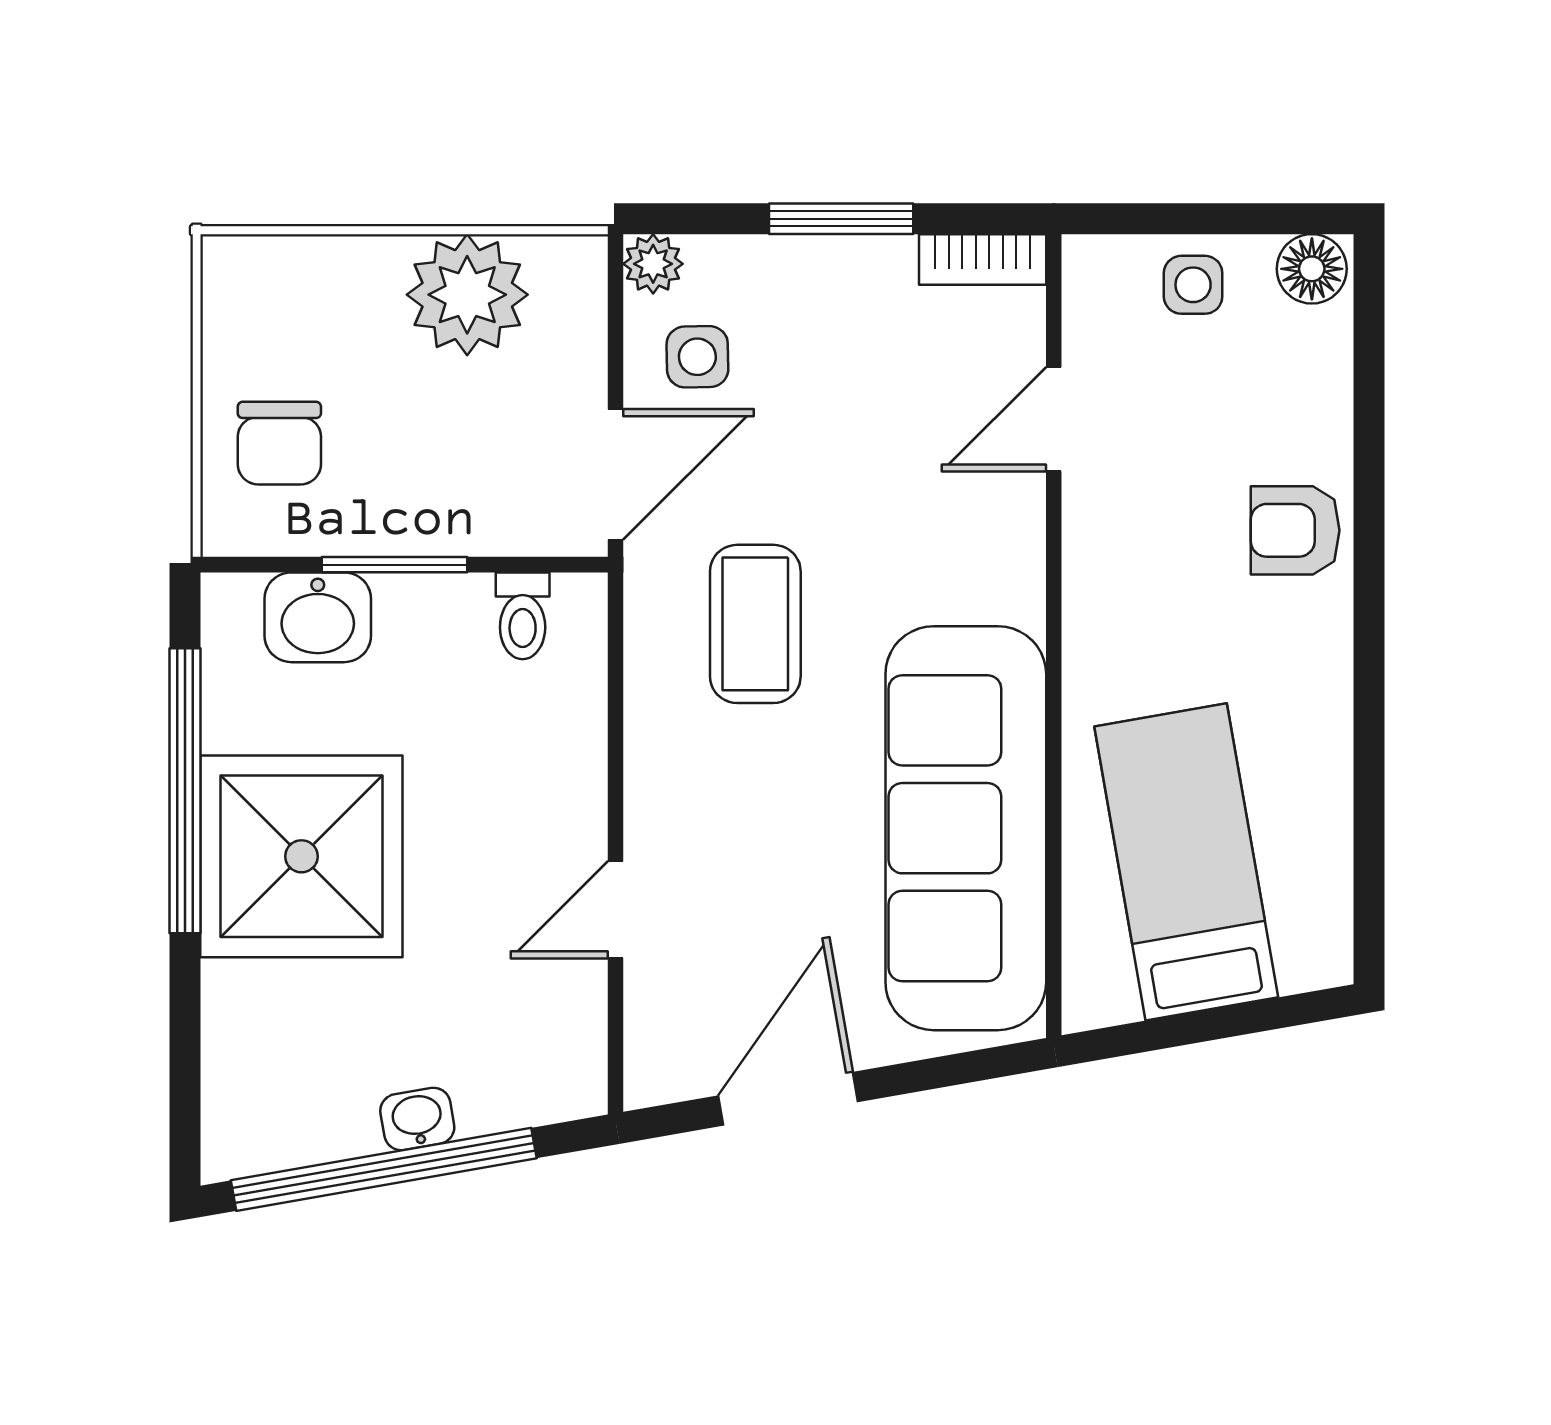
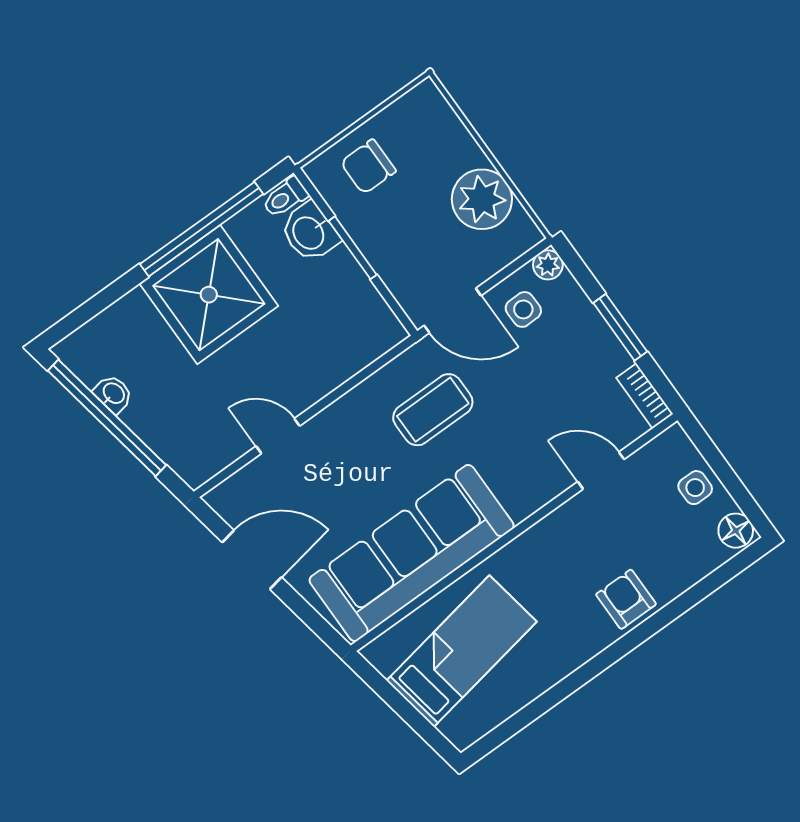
toilet: (523, 616) -> (285, 197), moved
washbasin: (417, 1119) -> (113, 394), moved

